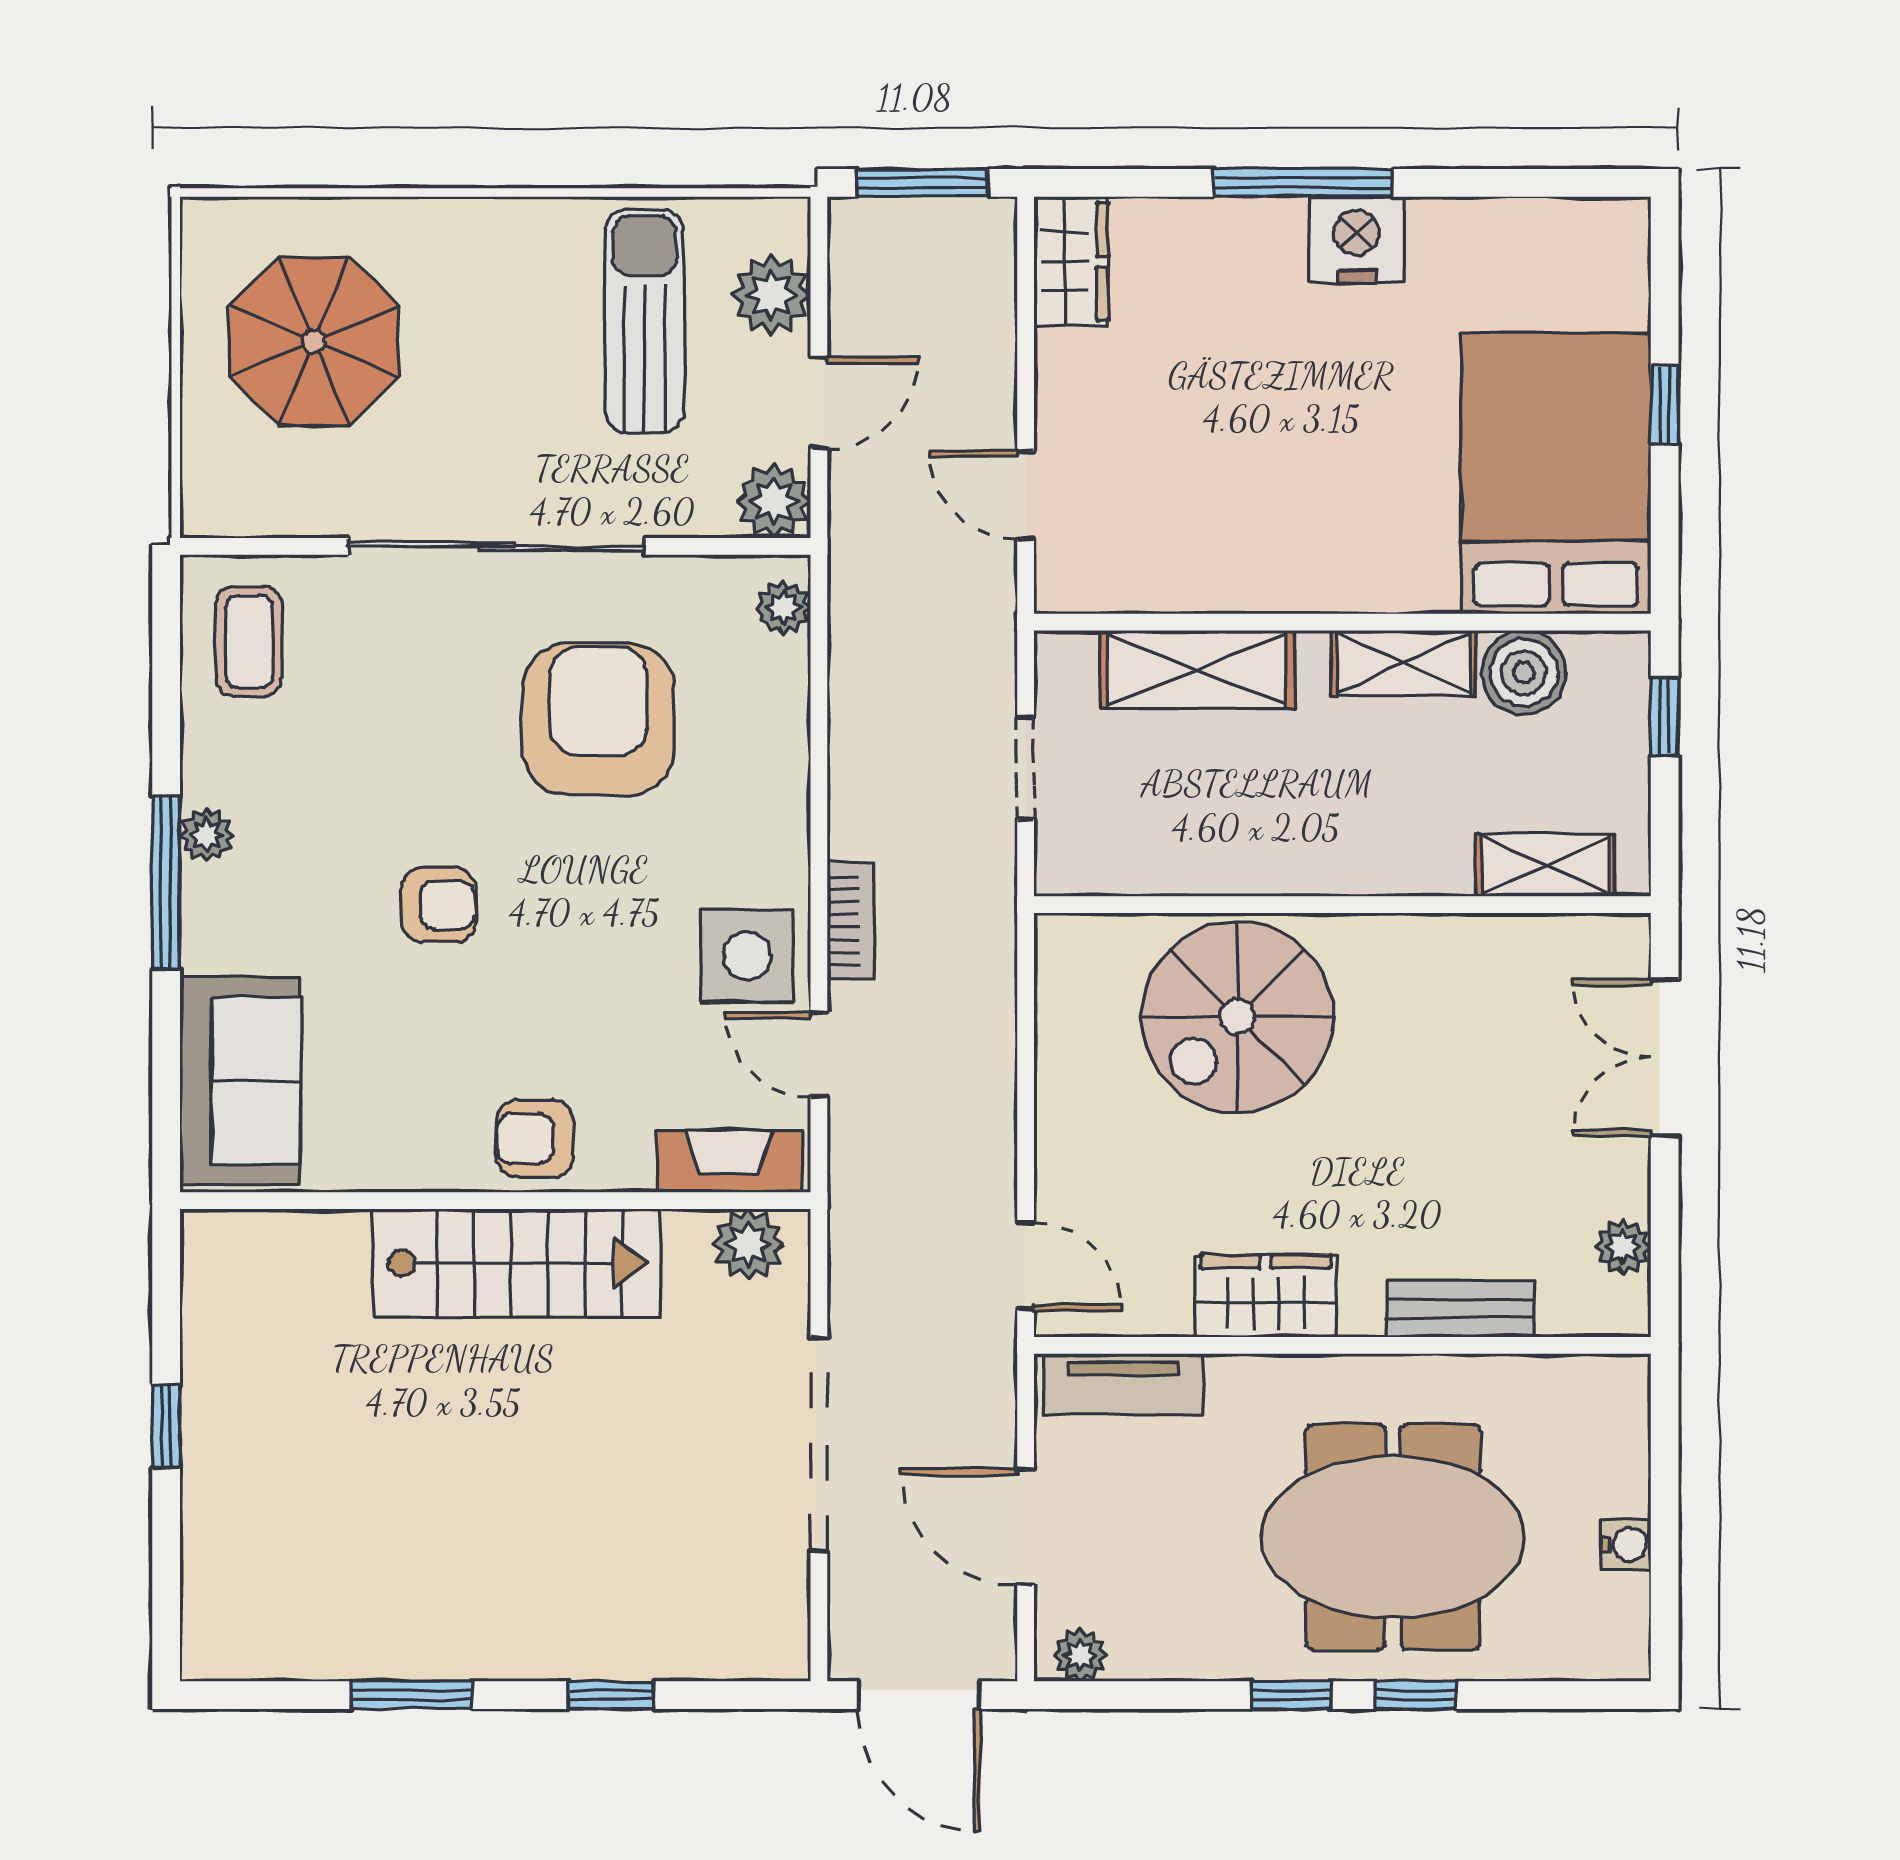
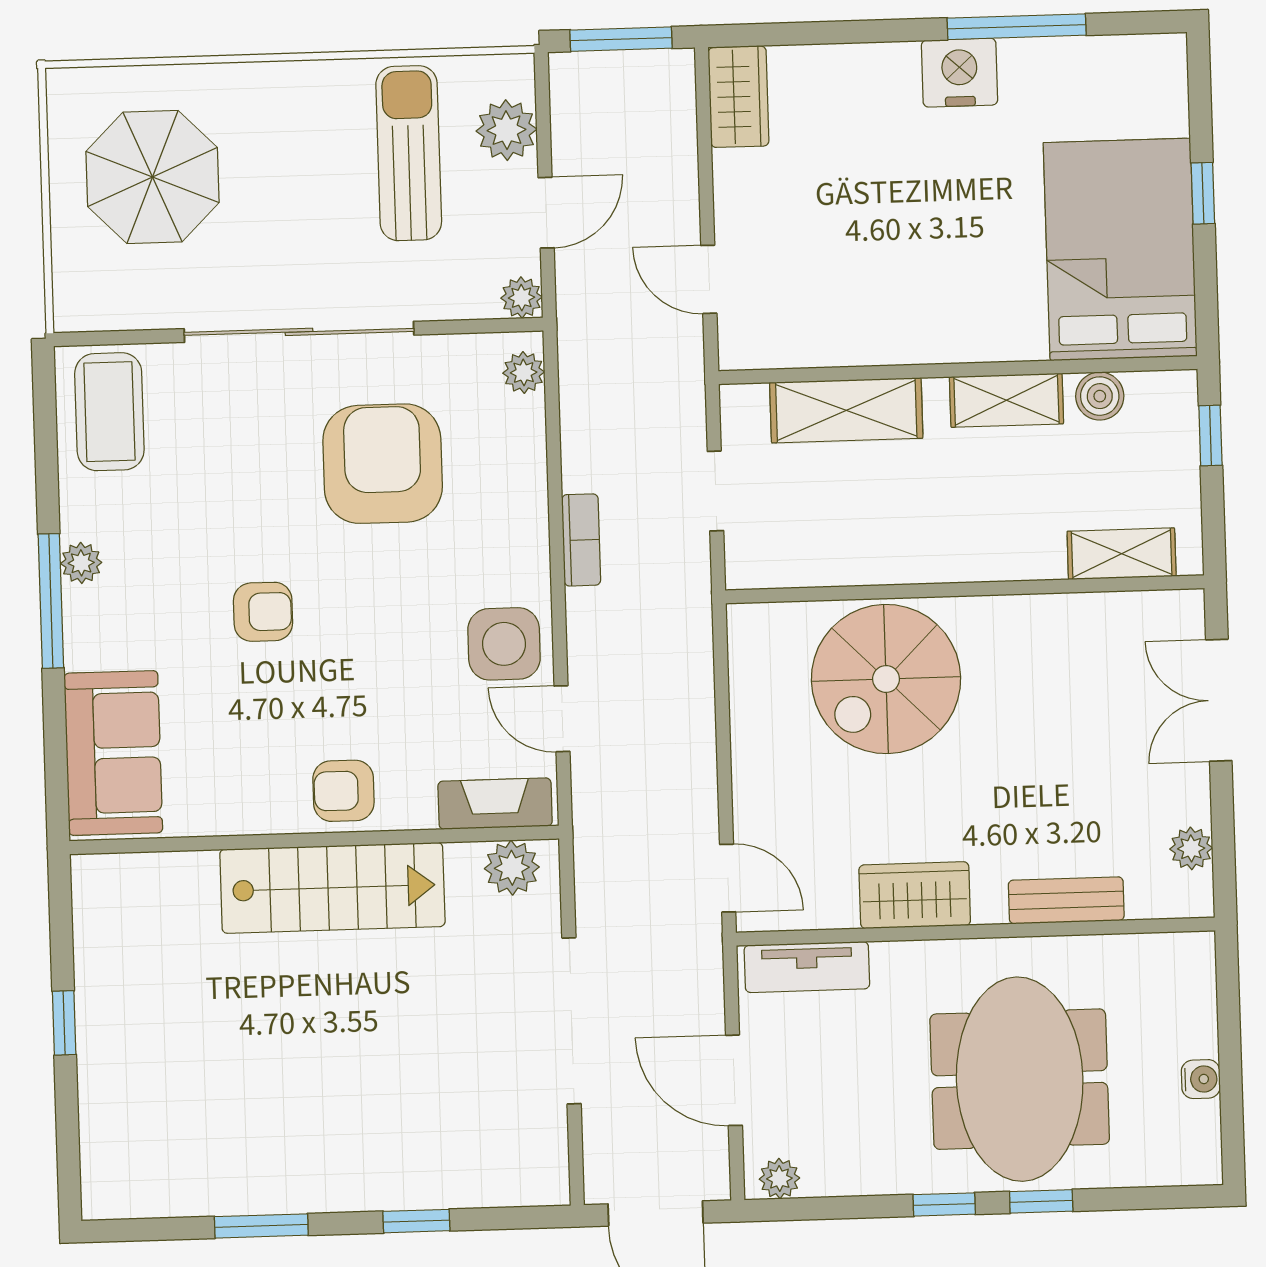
window: (1303, 183) -> (1017, 27), moved
plant: (774, 501) -> (521, 298), width x0.73, depth x0.73
coffee table: (249, 641) -> (109, 412), width x1.36, depth x1.30
boiler: (1524, 673) -> (1100, 396), width x0.73, depth x0.73
bookcase: (851, 921) -> (581, 540), moved
meeting table: (1393, 1537) -> (1020, 1079), turned 90

